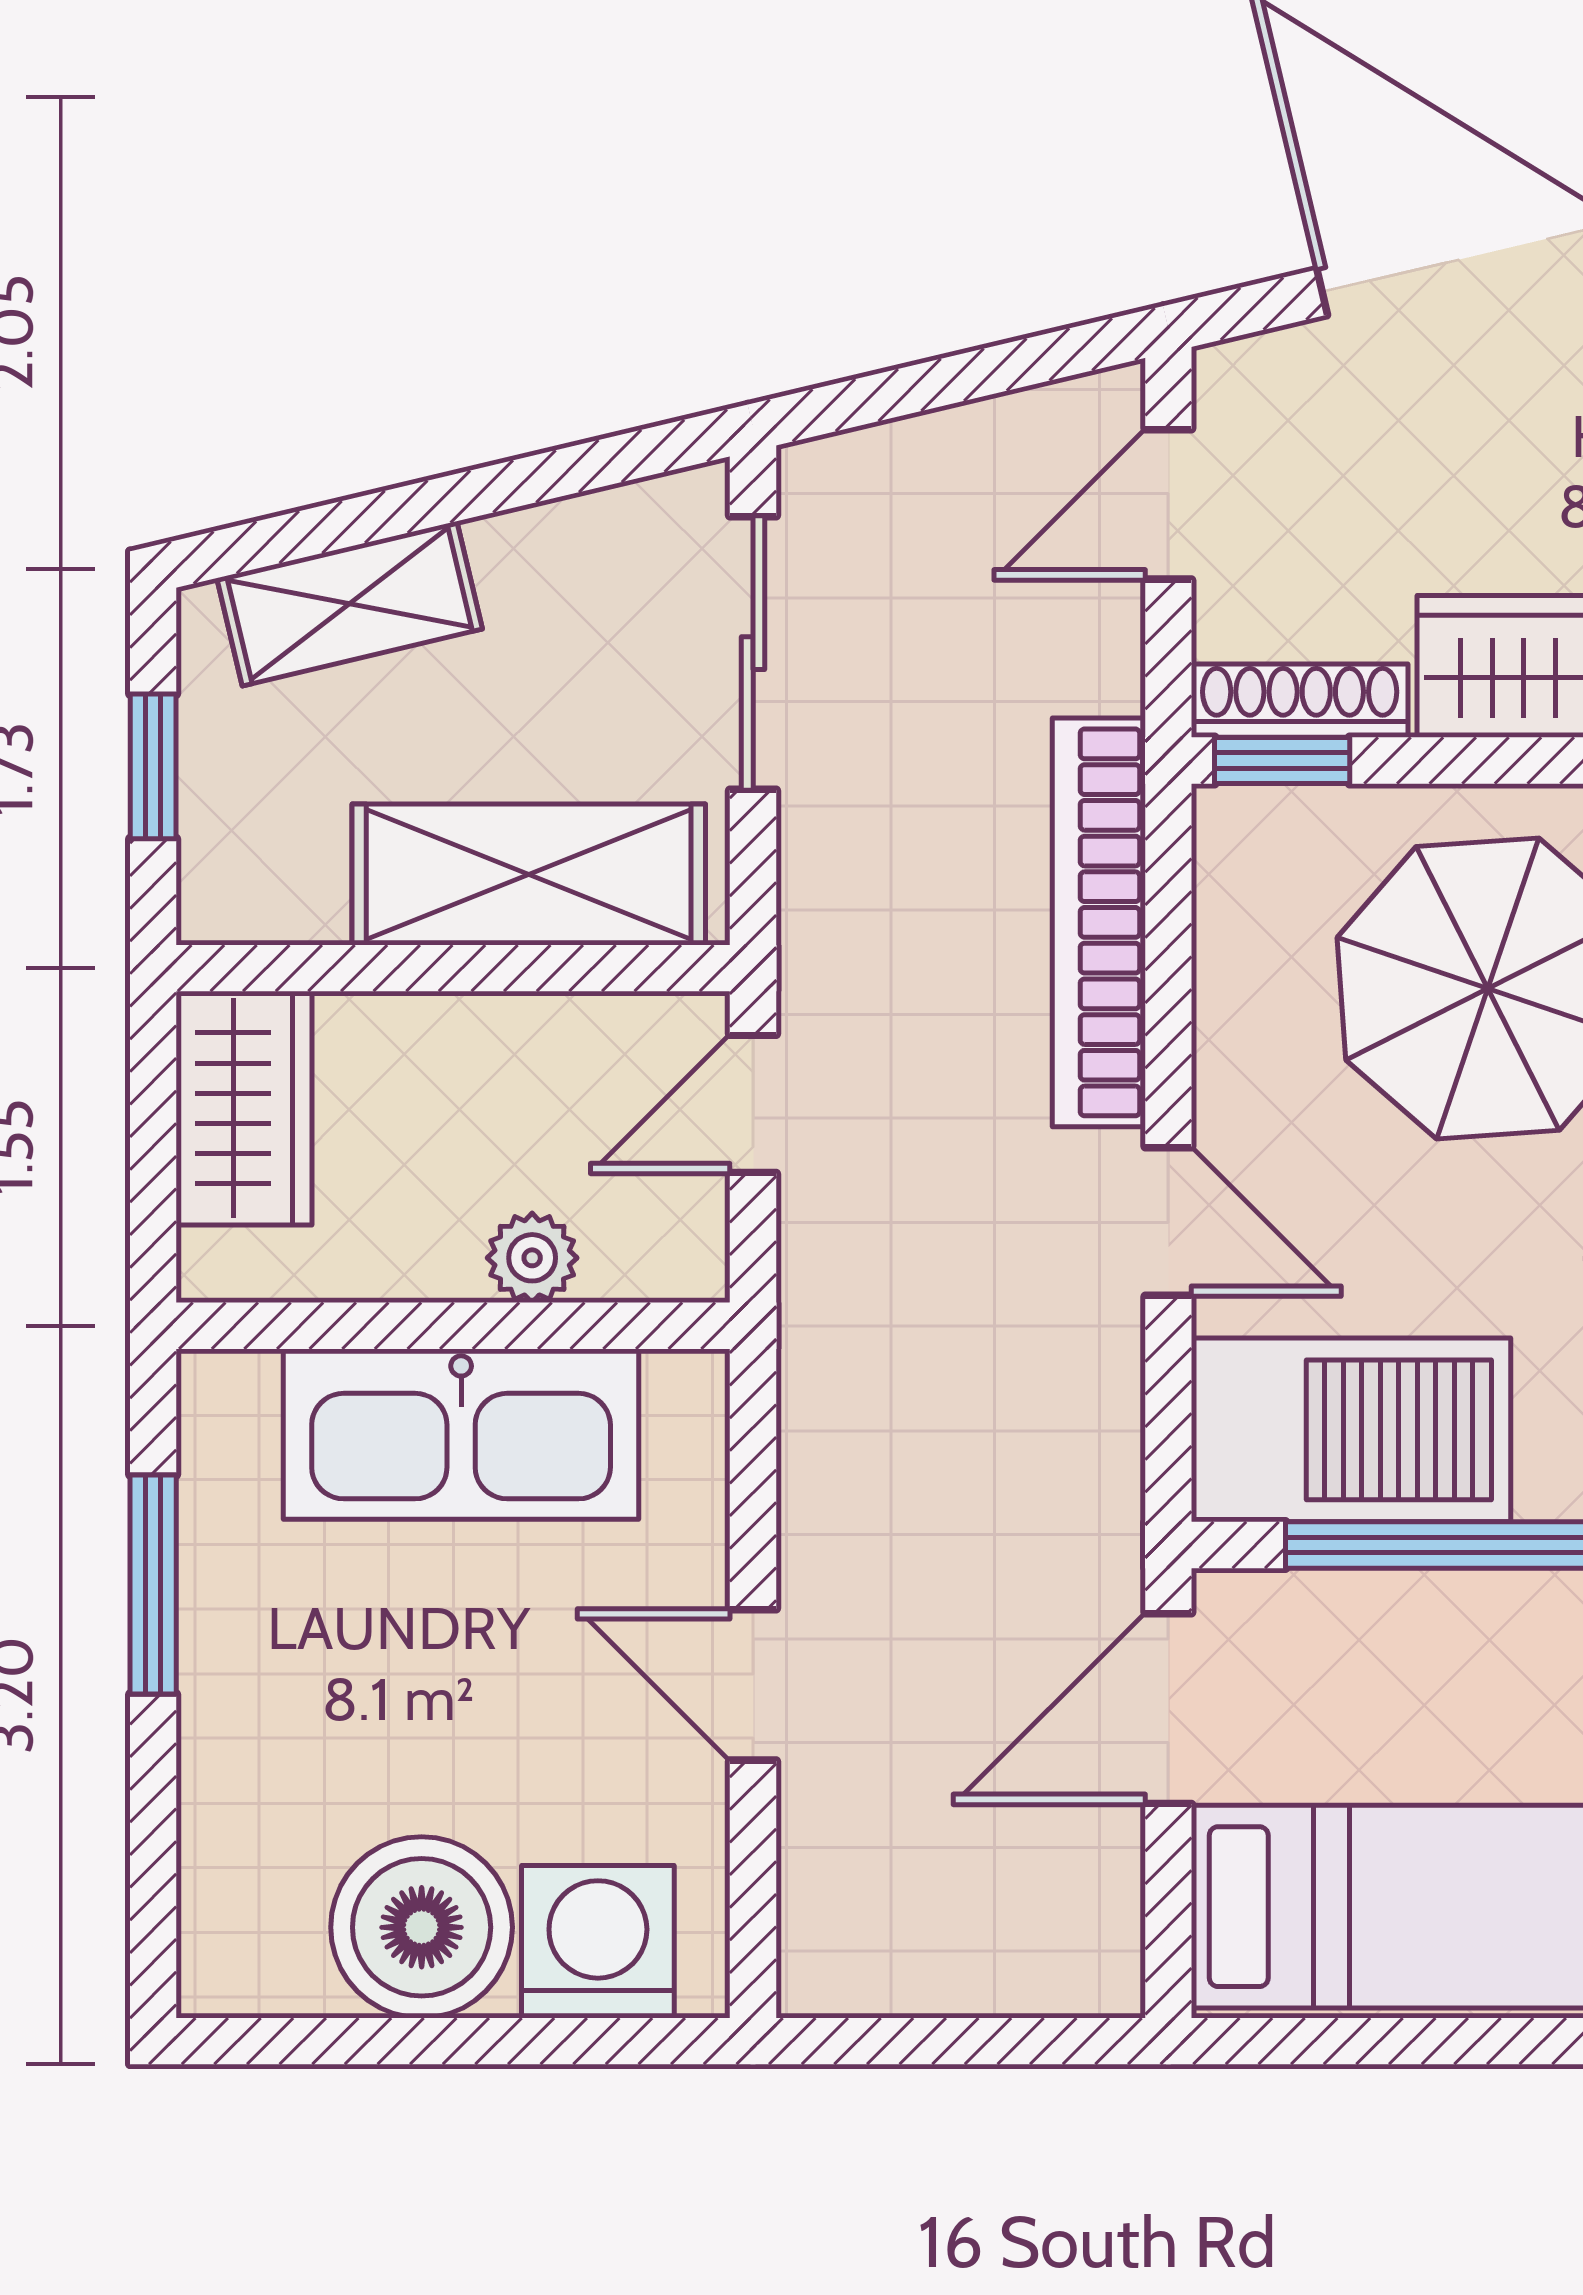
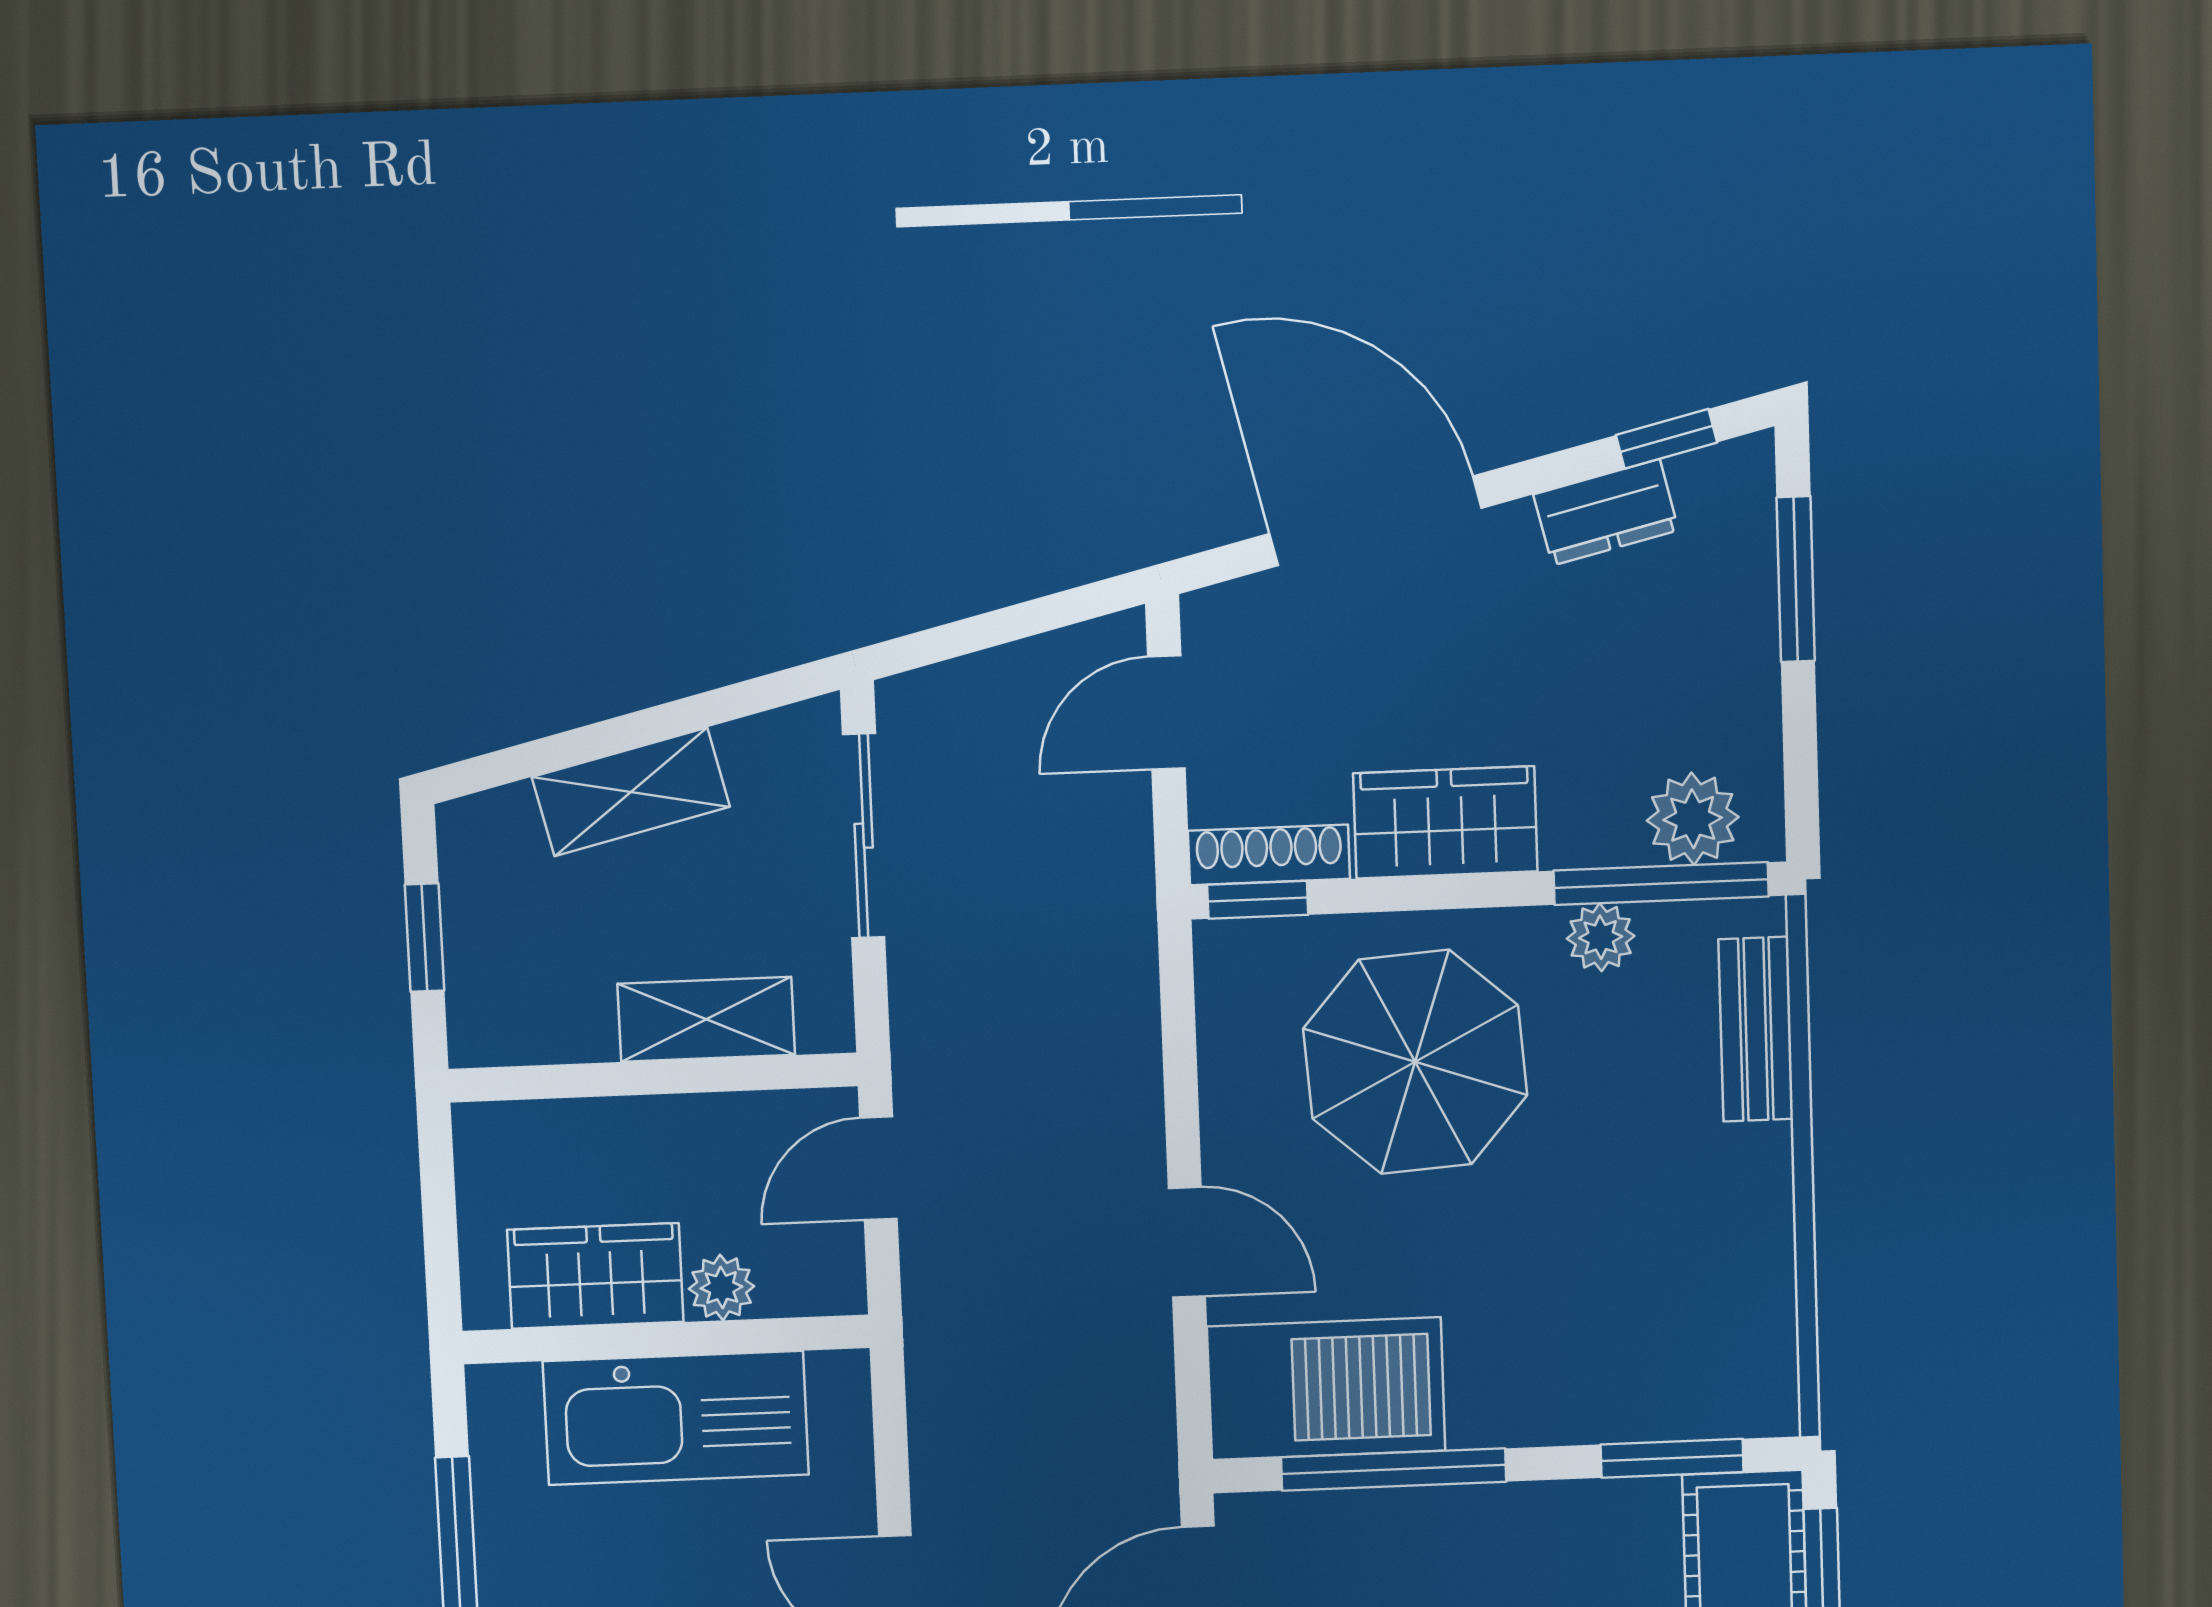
shelving: (350, 604) -> (631, 792), moved
shelving: (529, 874) -> (706, 1019), width x0.67, depth x0.75
bookcase: (1099, 922) -> (1127, 1025), removed
wardrobe: (244, 1108) -> (595, 1276), moved, turned -90

